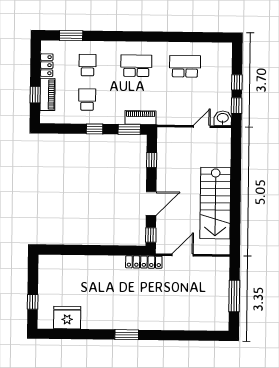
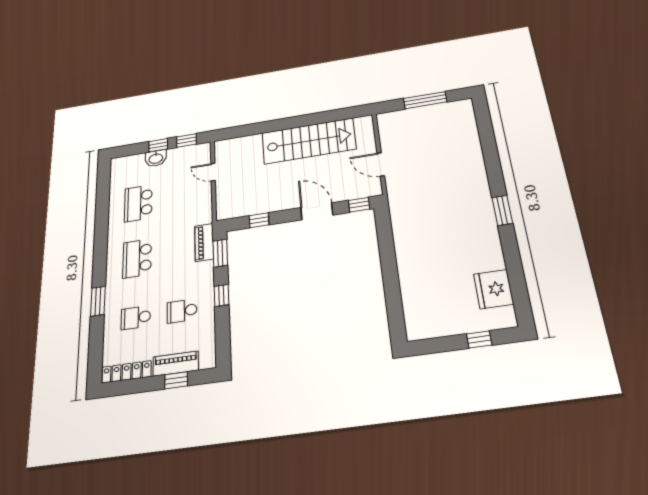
window: (71, 36) -> (98, 301), moved
locker: (47, 65) -> (127, 372), width x1.53
washbasin: (223, 118) -> (156, 158), moved, turned -90
locker: (144, 262) -> (397, 207), removed

